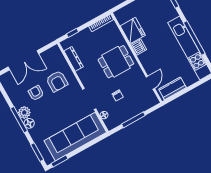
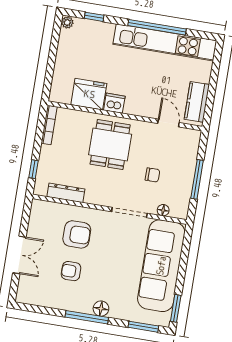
double door: (23, 60) -> (19, 255), width x0.73
plant: (24, 112) -> (83, 304), removed

